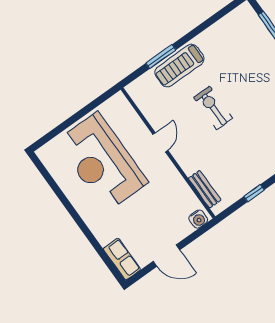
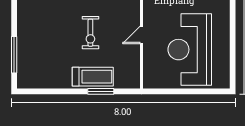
reception desk: (102, 162) -> (190, 50), turned 180

